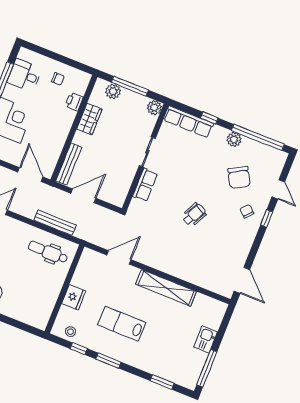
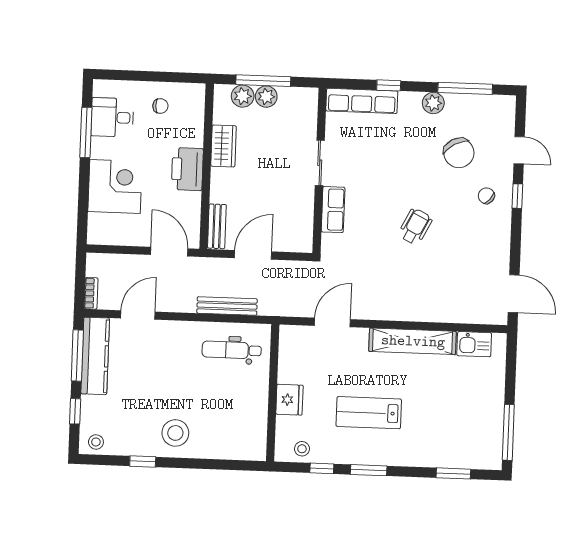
printer: (74, 102) -> (187, 169), moved, width x1.87, depth x1.48
plant: (154, 108) -> (266, 97), moved
window: (258, 137) -> (465, 88), width x0.68
bench: (69, 164) -> (217, 226), width x0.73
kitchen sink: (206, 339) -> (474, 344), moved, turned -90

